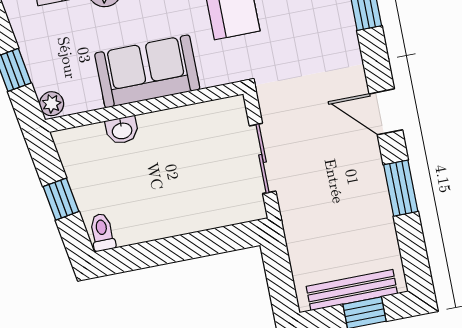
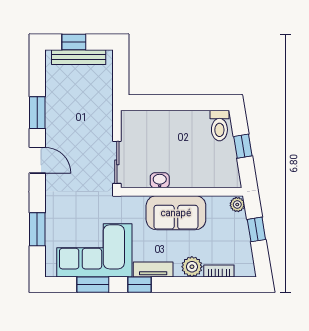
washbasin: (122, 130) -> (160, 180), moved
sliding door: (263, 158) -> (117, 162), moved
toilet: (102, 232) -> (219, 126), width x1.37, depth x1.39

